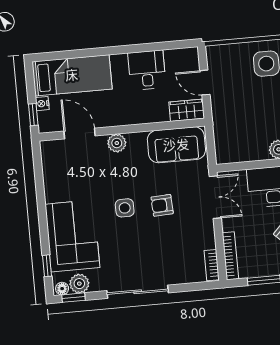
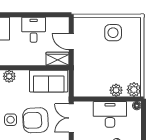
double door: (215, 197) -> (71, 118), swing flipped
armchair: (162, 205) -> (35, 120), width x1.88, depth x1.88

